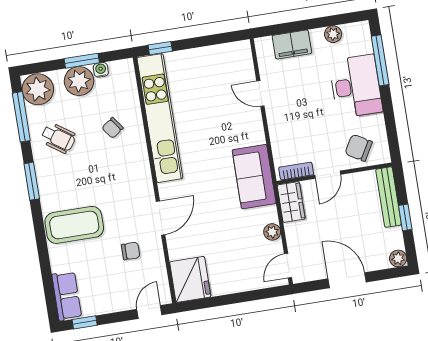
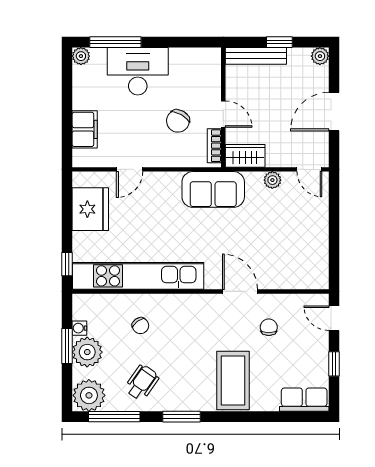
plant: (333, 34) -> (81, 56), moved
chair: (359, 148) -> (178, 121), moved
fridge: (190, 279) -> (90, 209), moved, turned 90
window: (85, 322) -> (334, 364), moved

